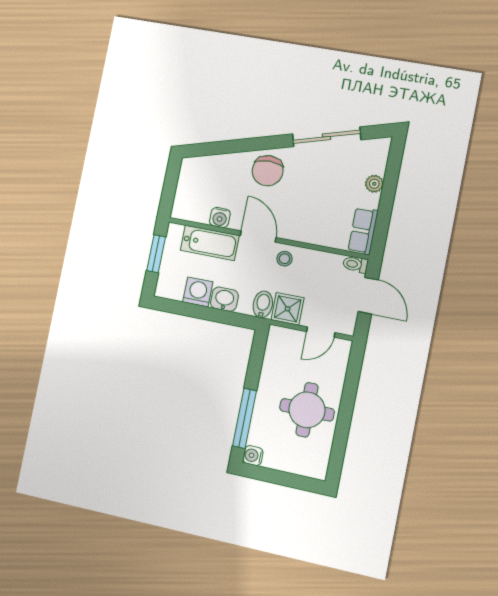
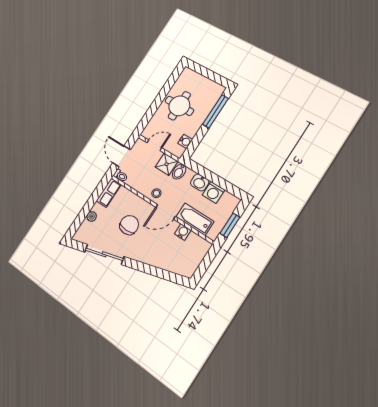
chair: (268, 171) -> (129, 225), moved
door: (258, 237) -> (166, 212), hinge flipped
water cooler: (253, 456) -> (185, 141), moved

